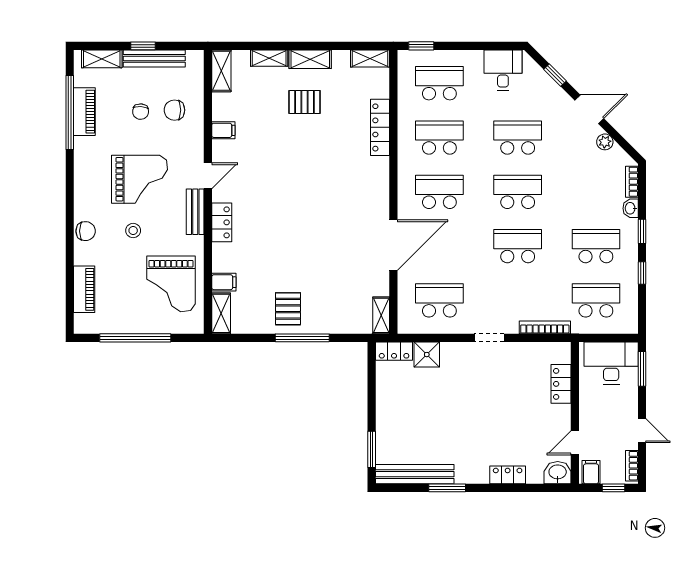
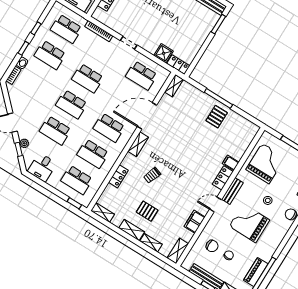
locker: (380, 127) -> (118, 176), width x0.66
filing cabinet: (223, 130) -> (195, 222), width x2.00
plant: (605, 142) -> (24, 143), moved
trolley: (330, 161) -> (152, 175), added
filing cabinet: (224, 282) -> (231, 163), moved
shelving: (221, 313) -> (138, 144), moved

